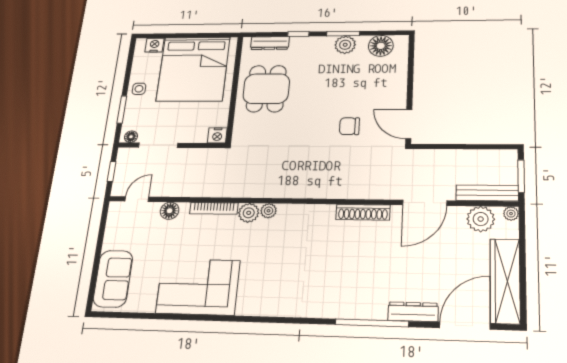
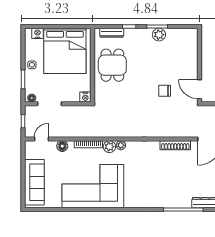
floor lamp: (381, 46) -> (181, 36), removed
sofa: (113, 279) -> (34, 182), width x1.36
corner sofa: (198, 287) -> (93, 186), width x1.36, depth x1.36

